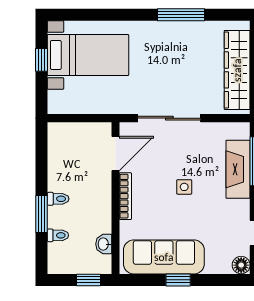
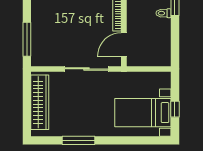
fireplace: (238, 169) -> (39, 34), removed
side table: (184, 187) -> (76, 21), removed

